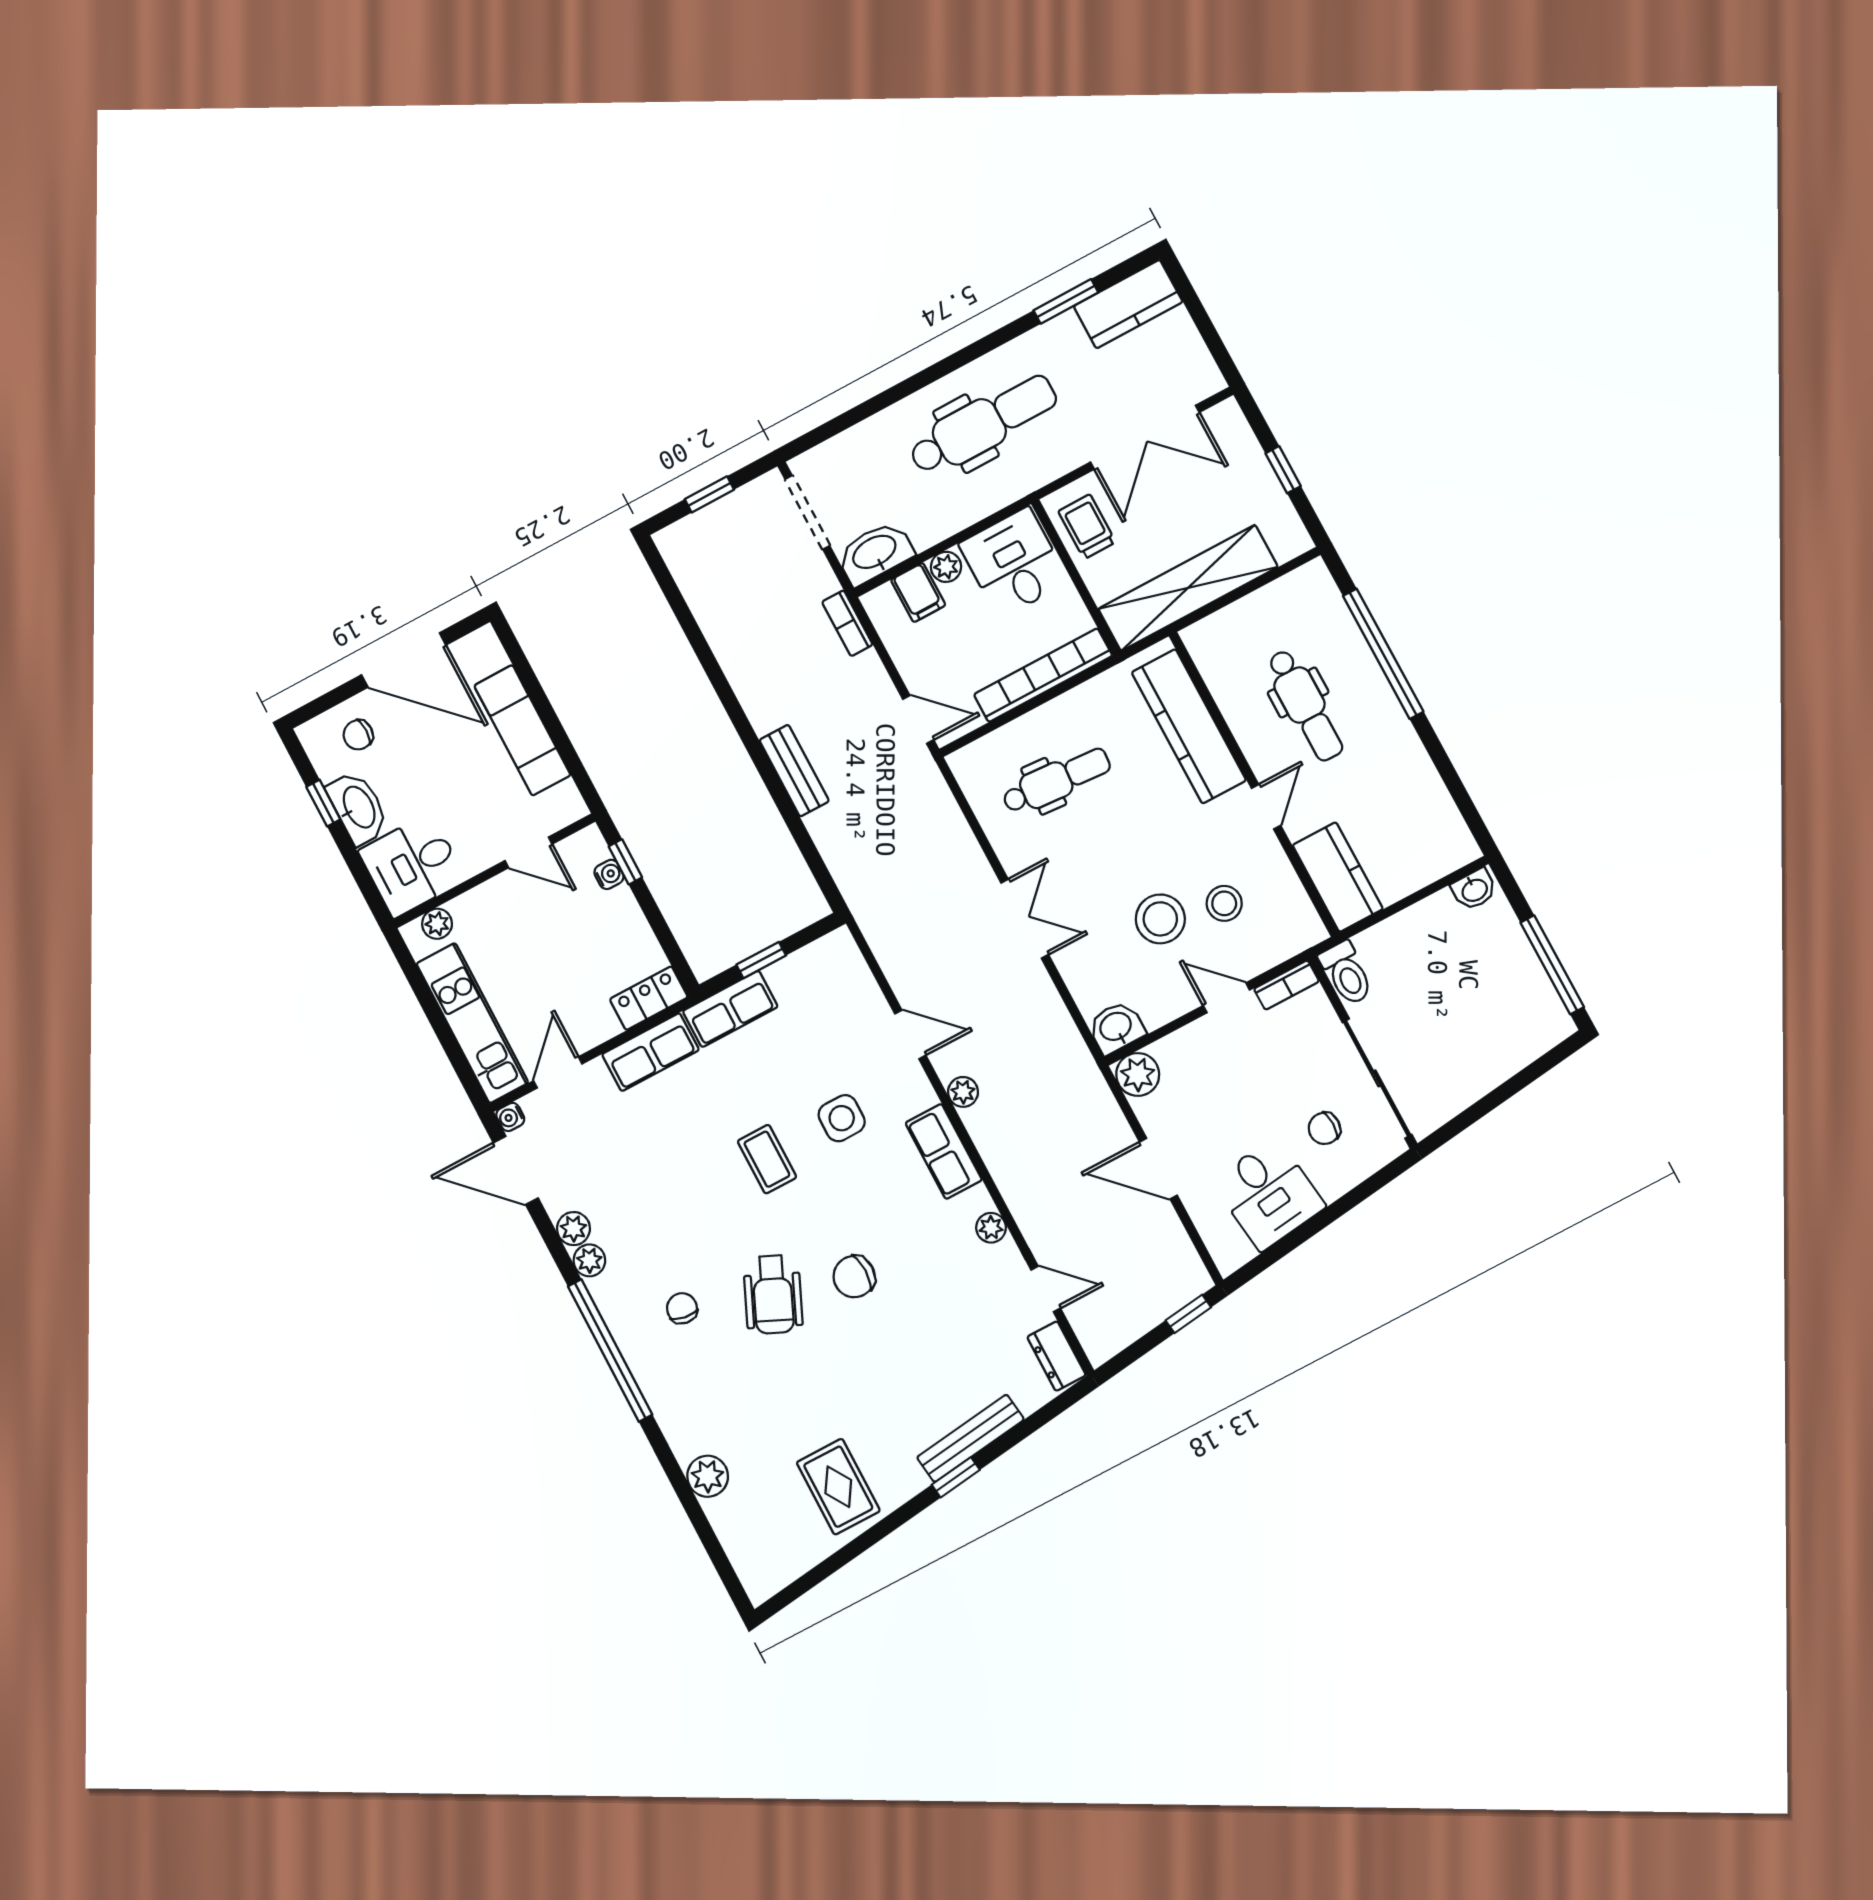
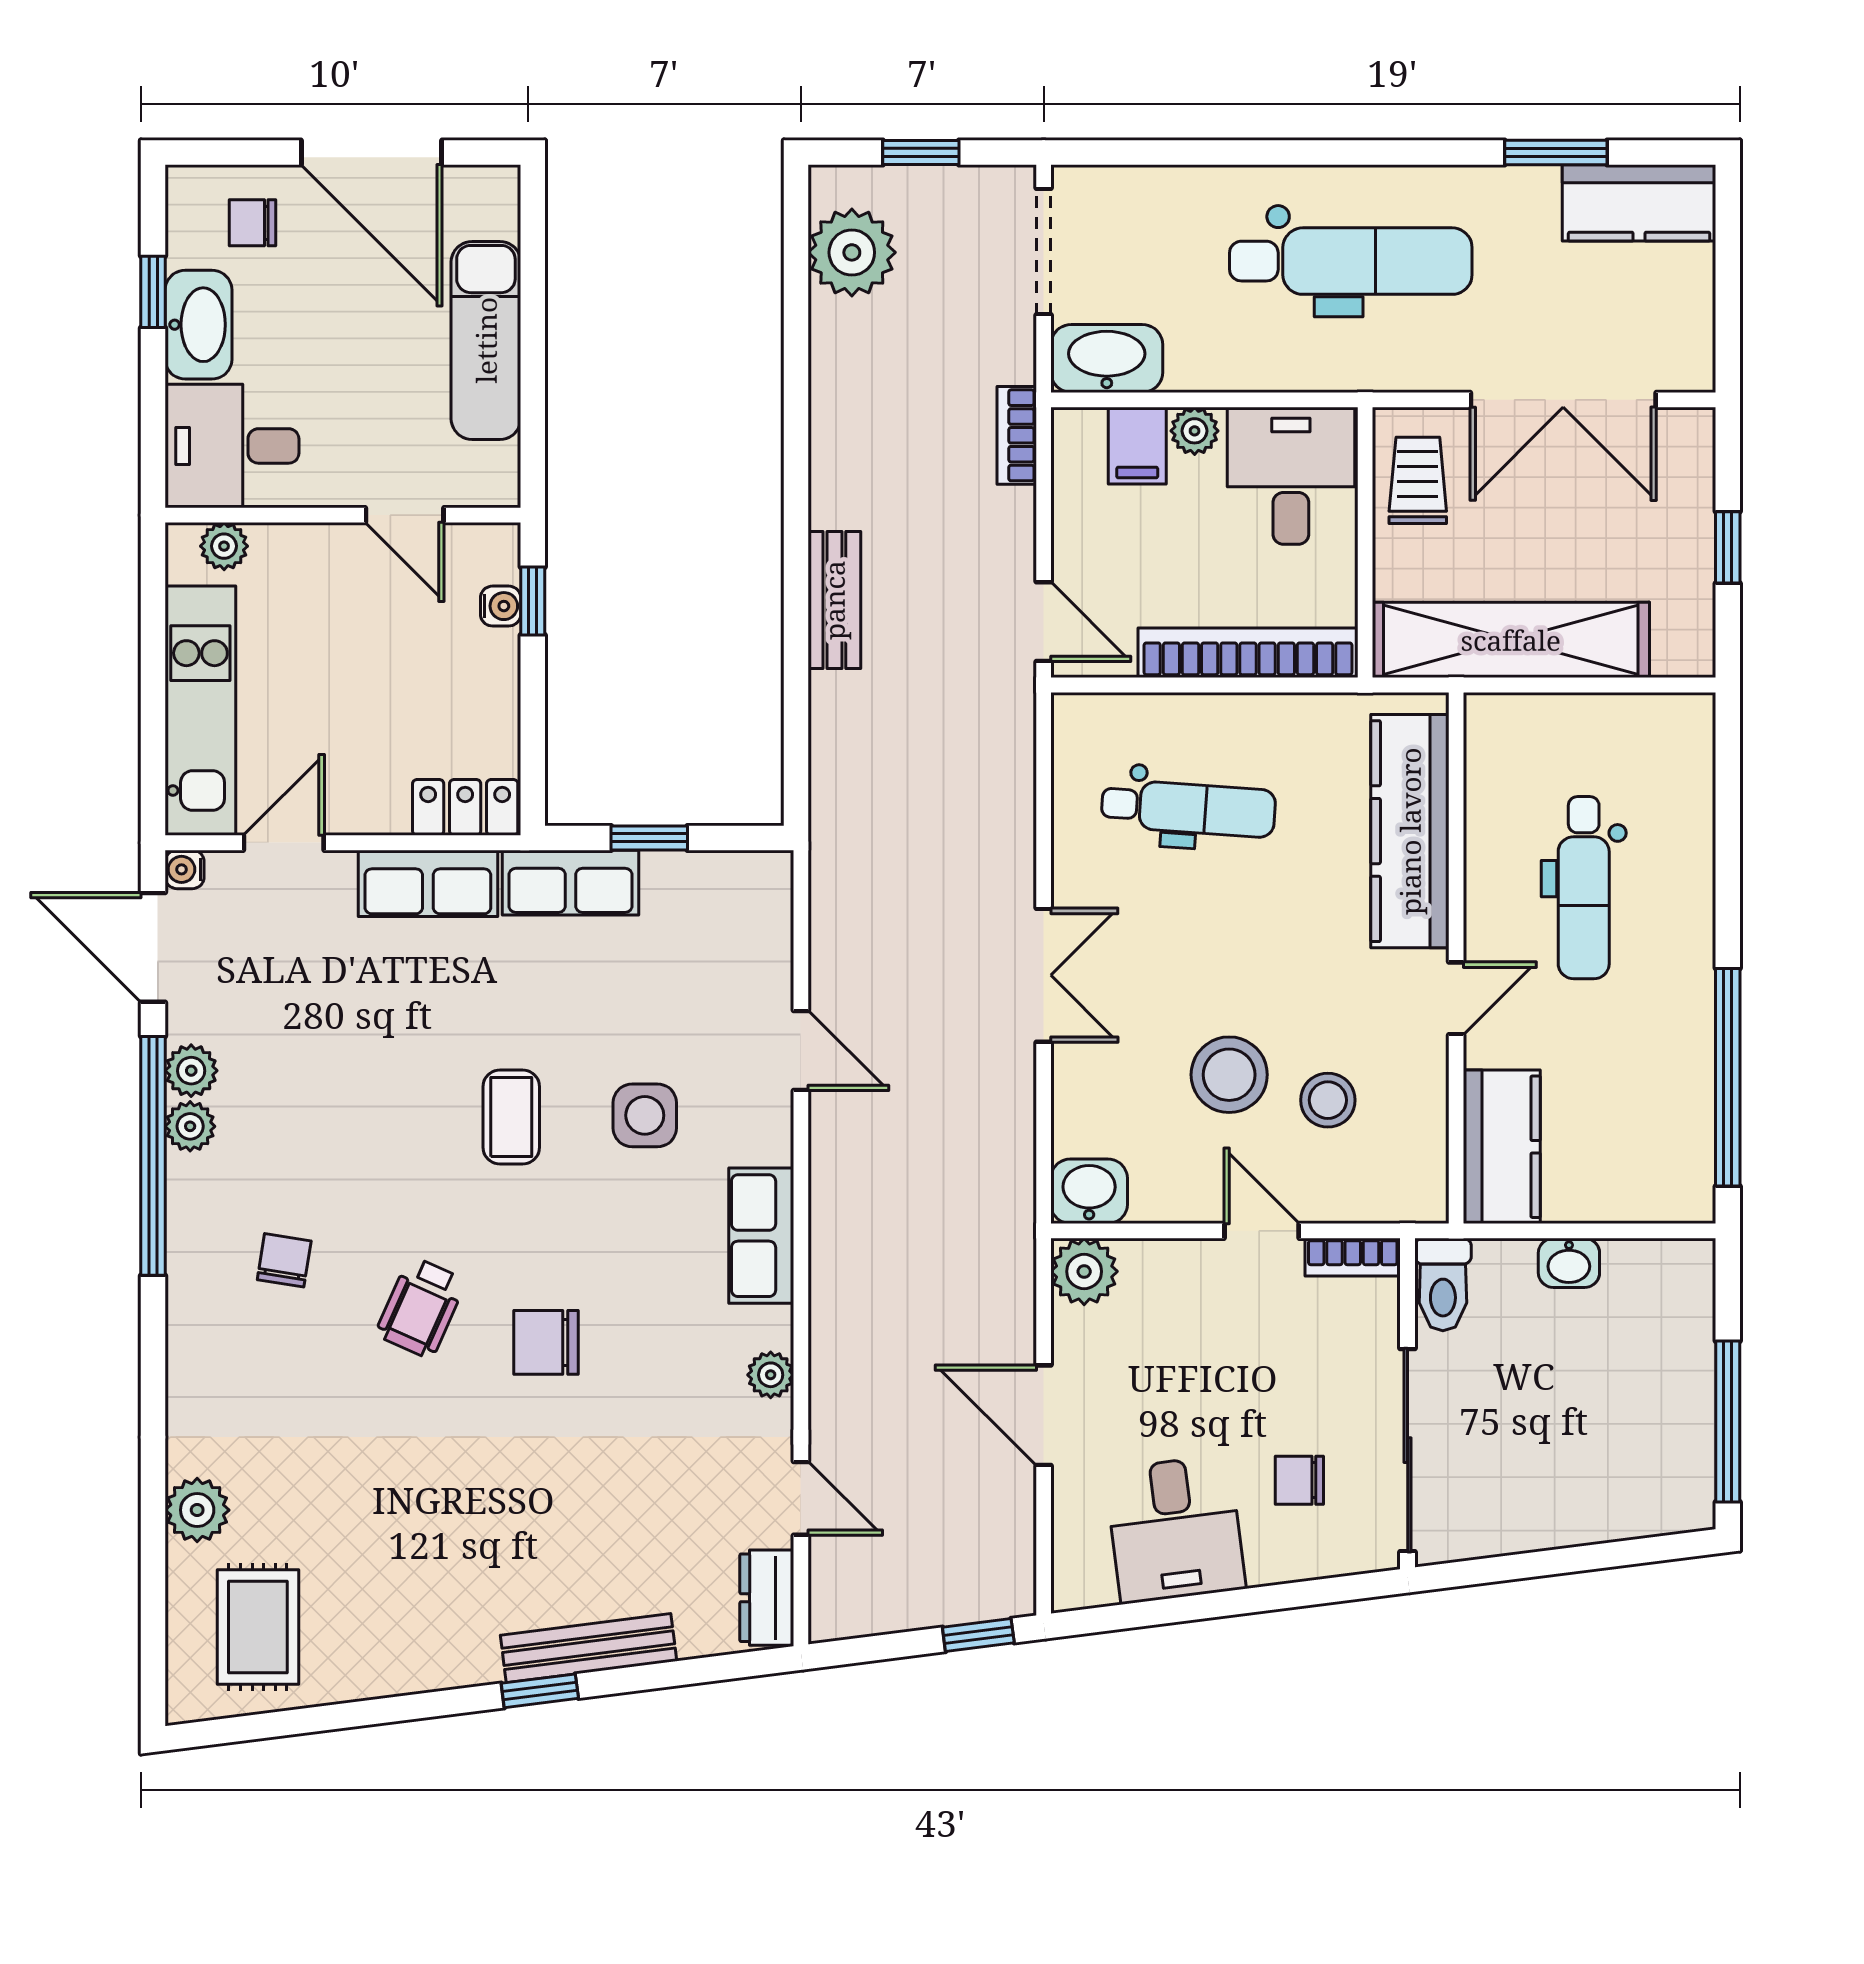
window: (1383, 654) -> (1728, 1077), moved
washbasin: (1474, 890) -> (1569, 1263), moved
plant: (963, 1092) -> (852, 252), moved, width x1.88, depth x1.88
wheelchair: (773, 1294) -> (421, 1308), width x0.73, depth x0.73
window: (610, 1350) -> (153, 1156), moved
rug: (838, 1487) -> (258, 1627), moved

